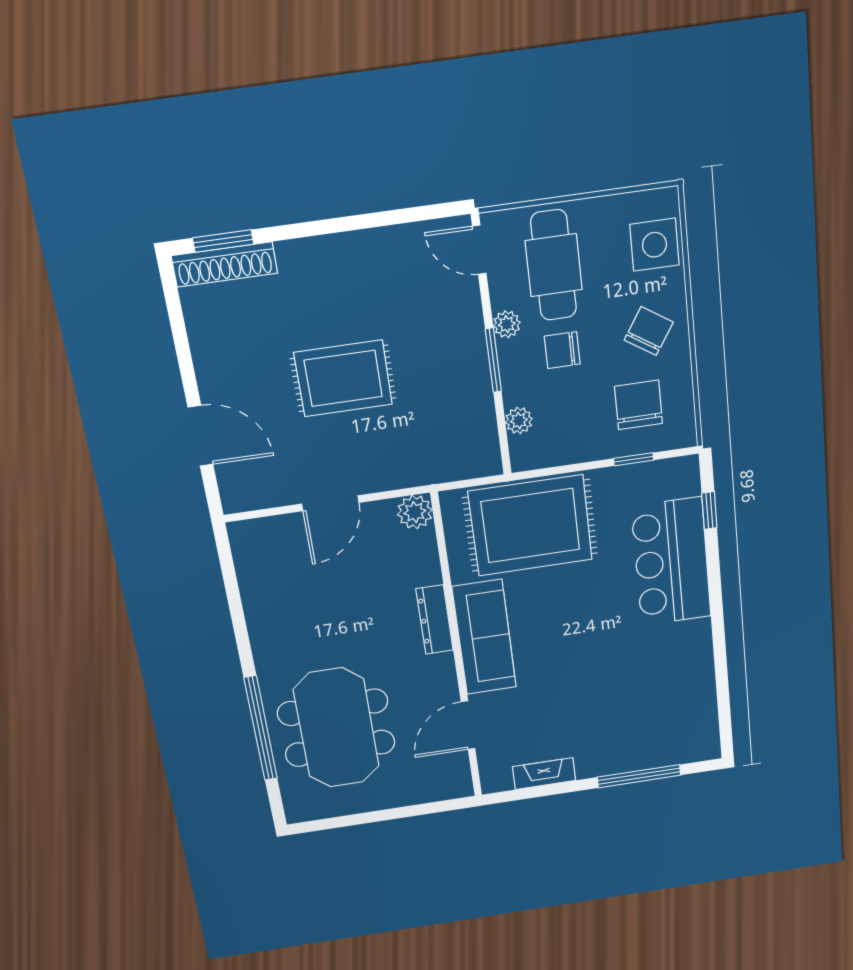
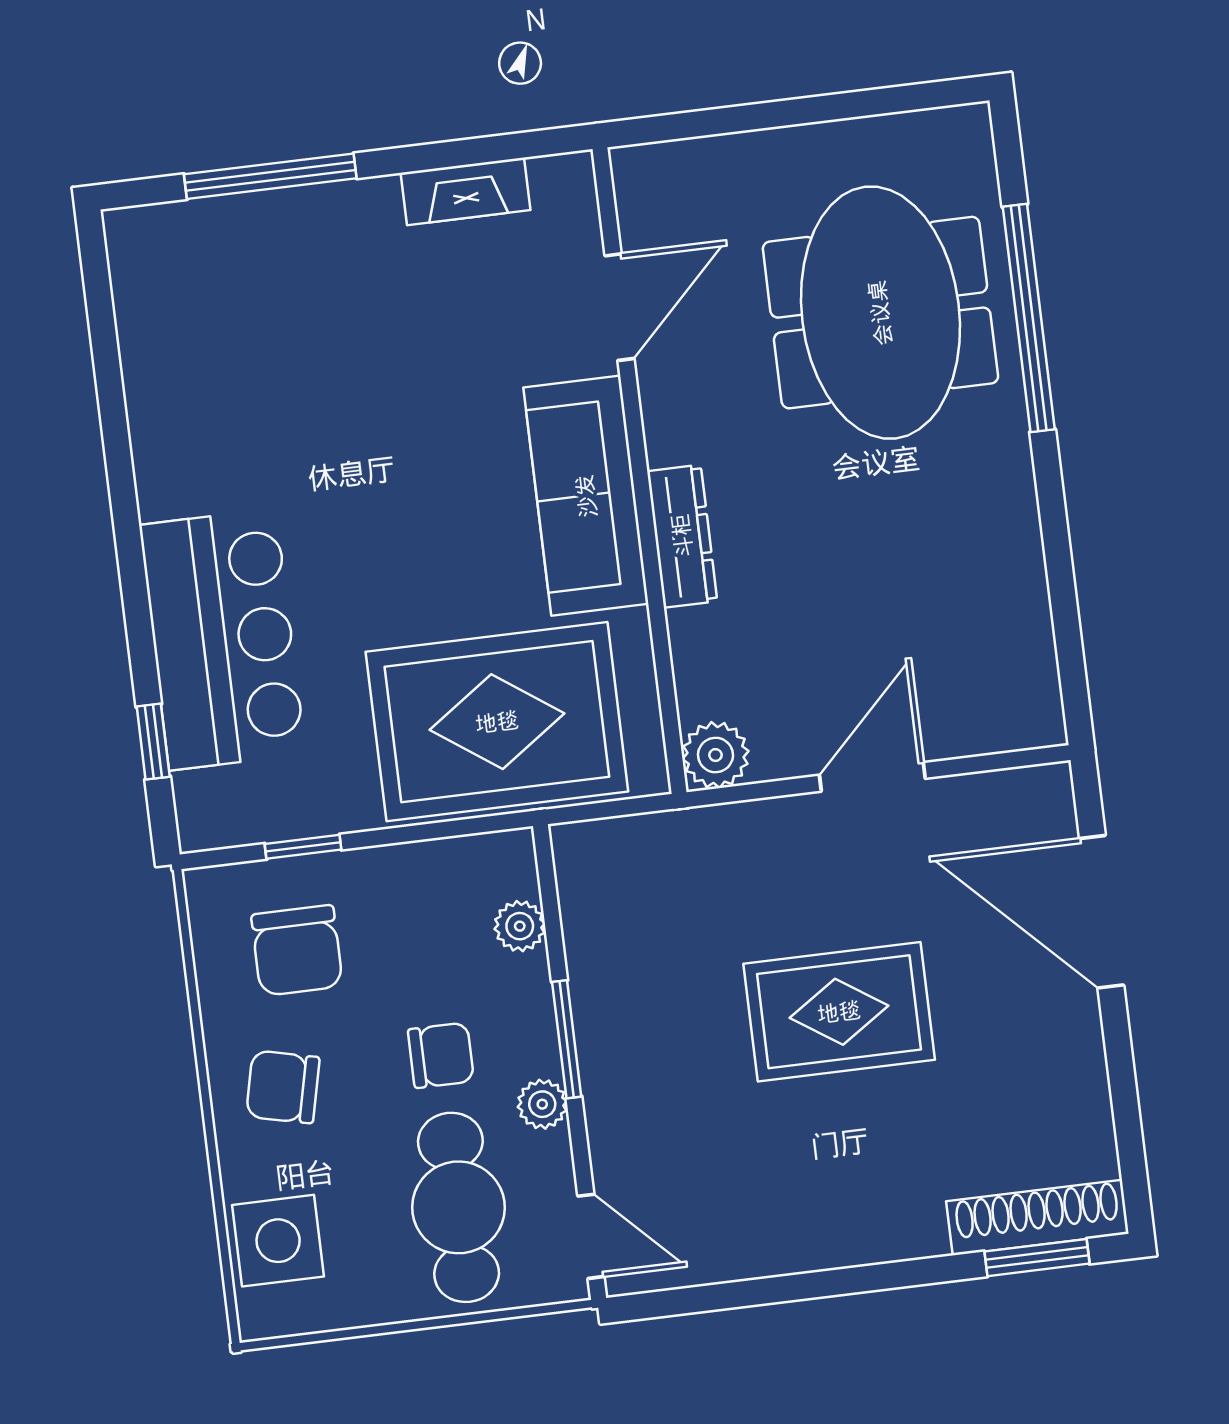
chair: (649, 331) -> (283, 1087), turned 70
door: (201, 436) -> (1102, 912), width x1.36

